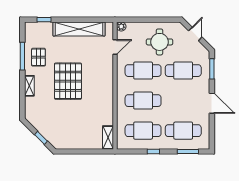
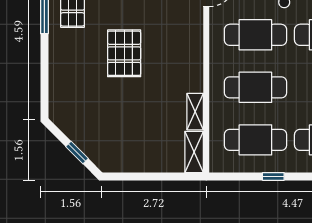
pallet: (68, 81) -> (124, 53), width x0.73, depth x0.71
shelving: (29, 86) -> (195, 112), moved

